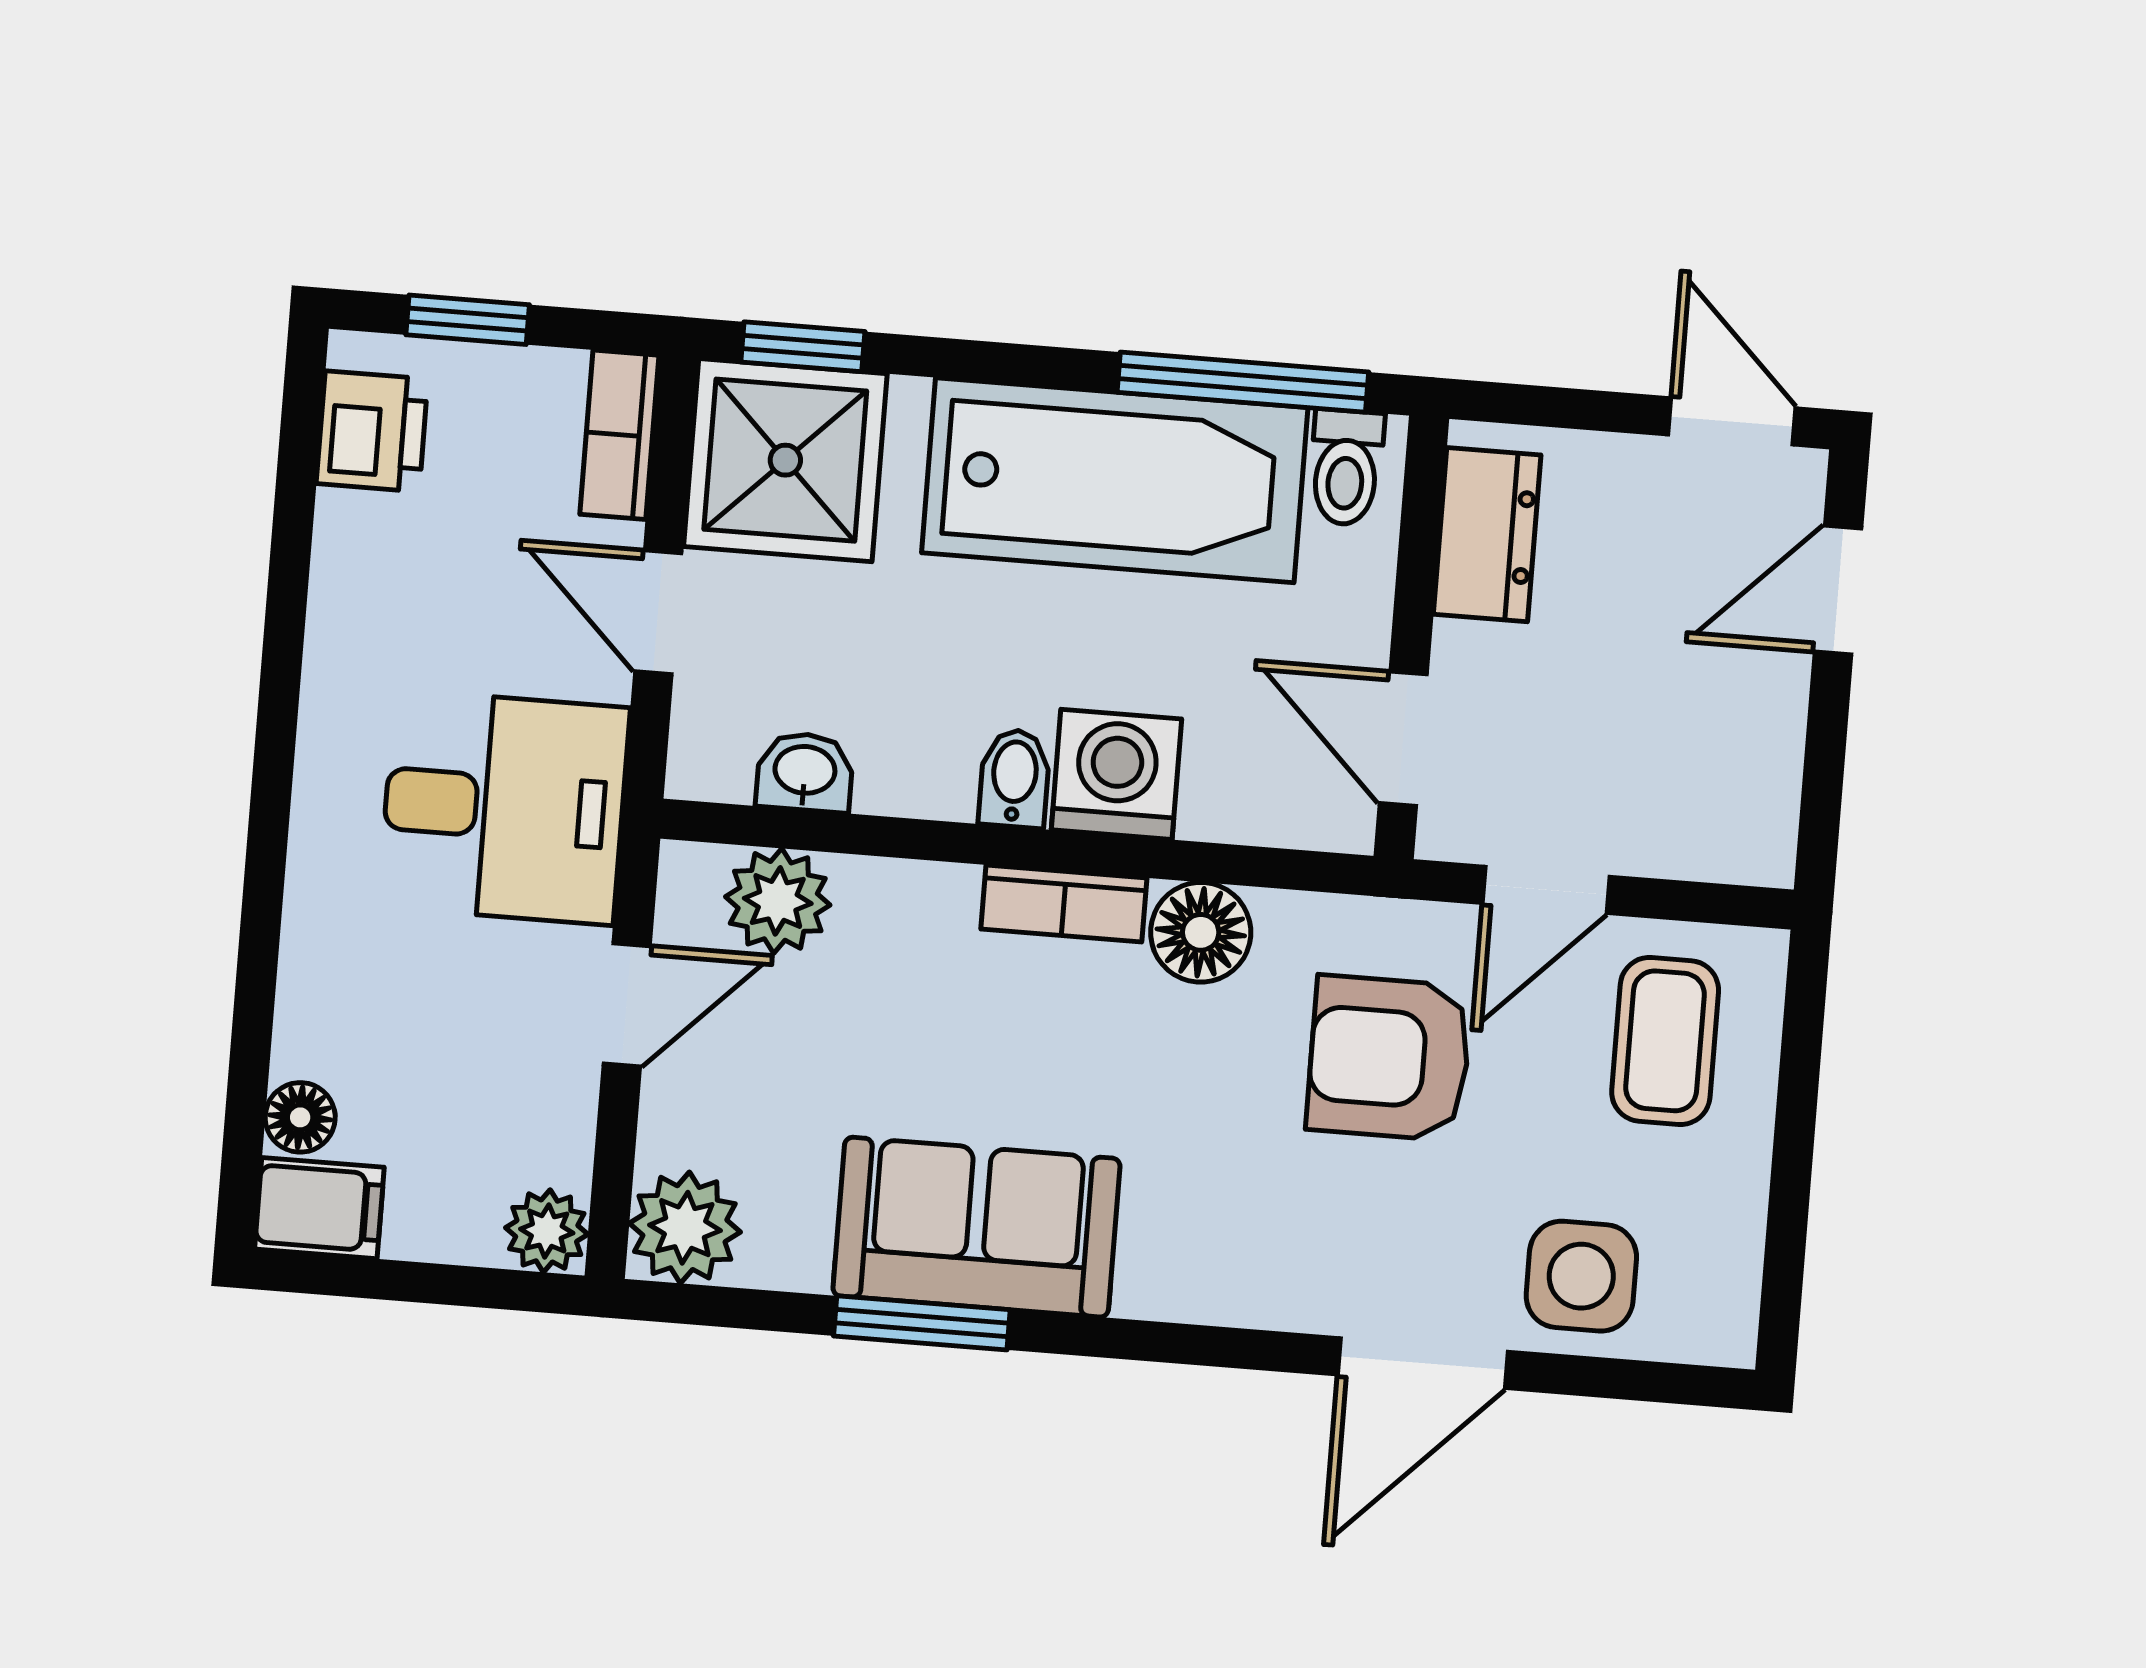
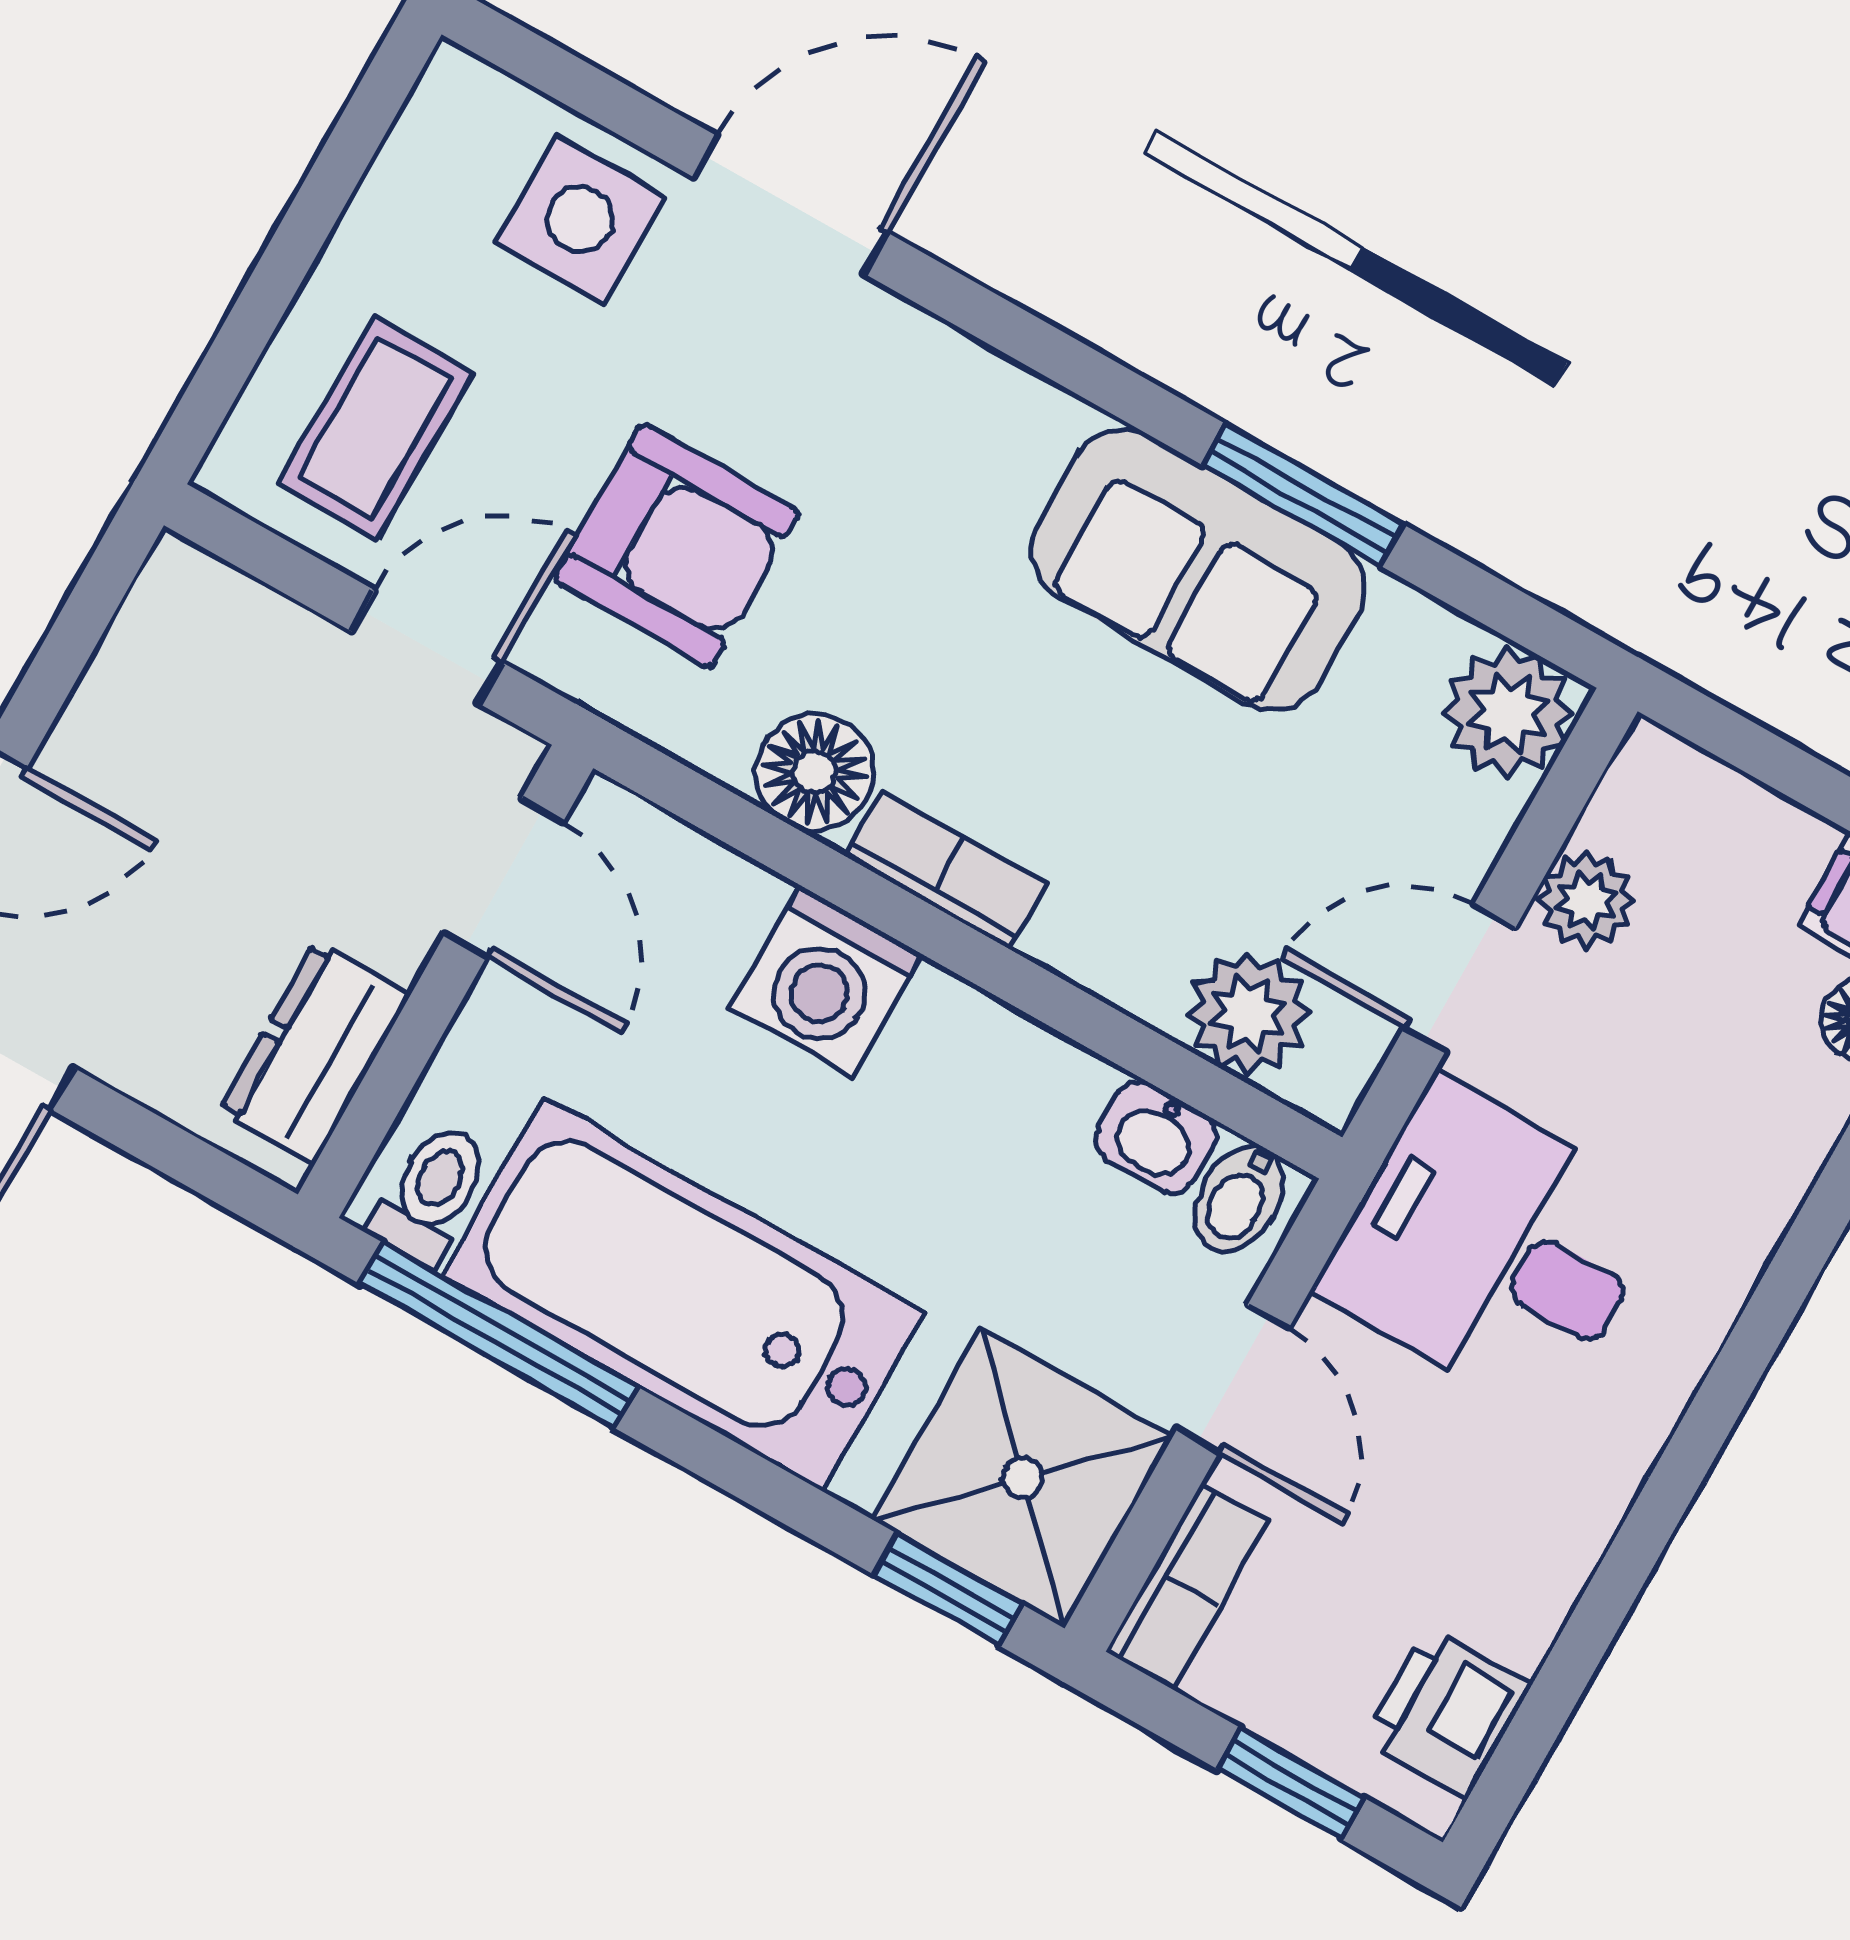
bidet: (1014, 778) -> (1239, 1198), moved
plant: (547, 1231) -> (1586, 901), moved

